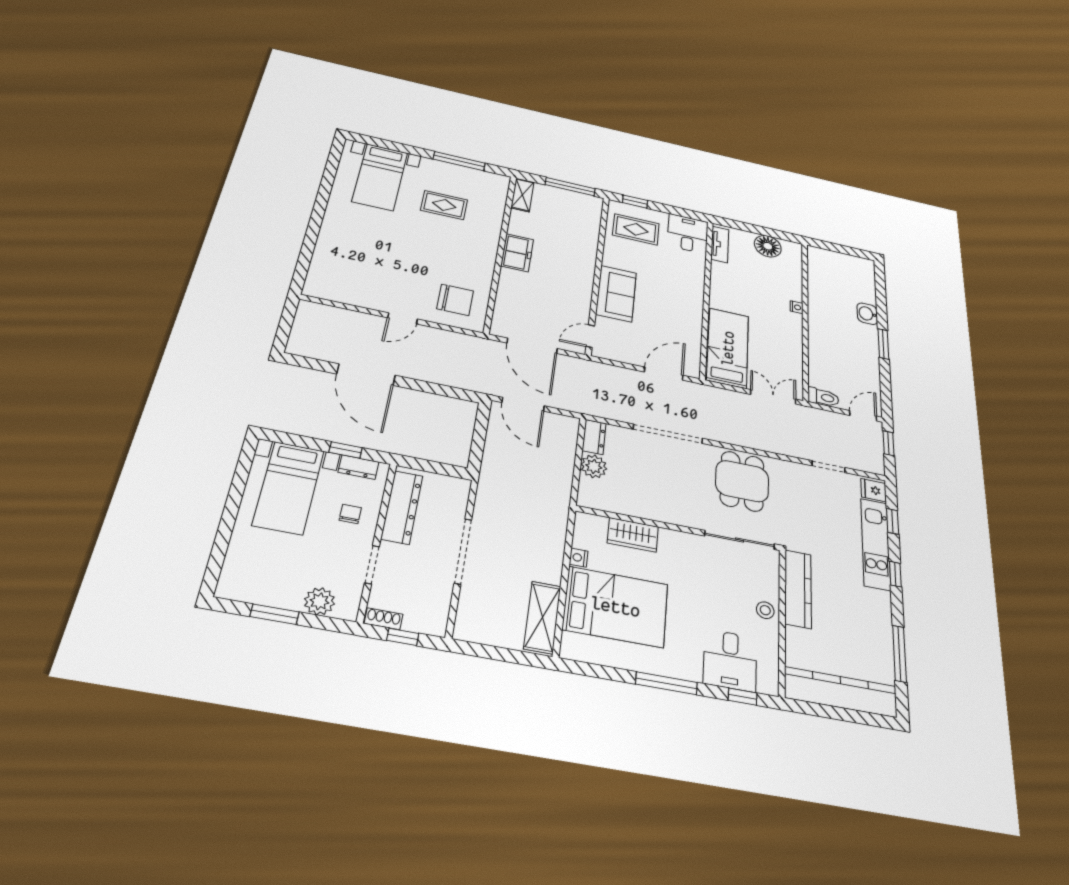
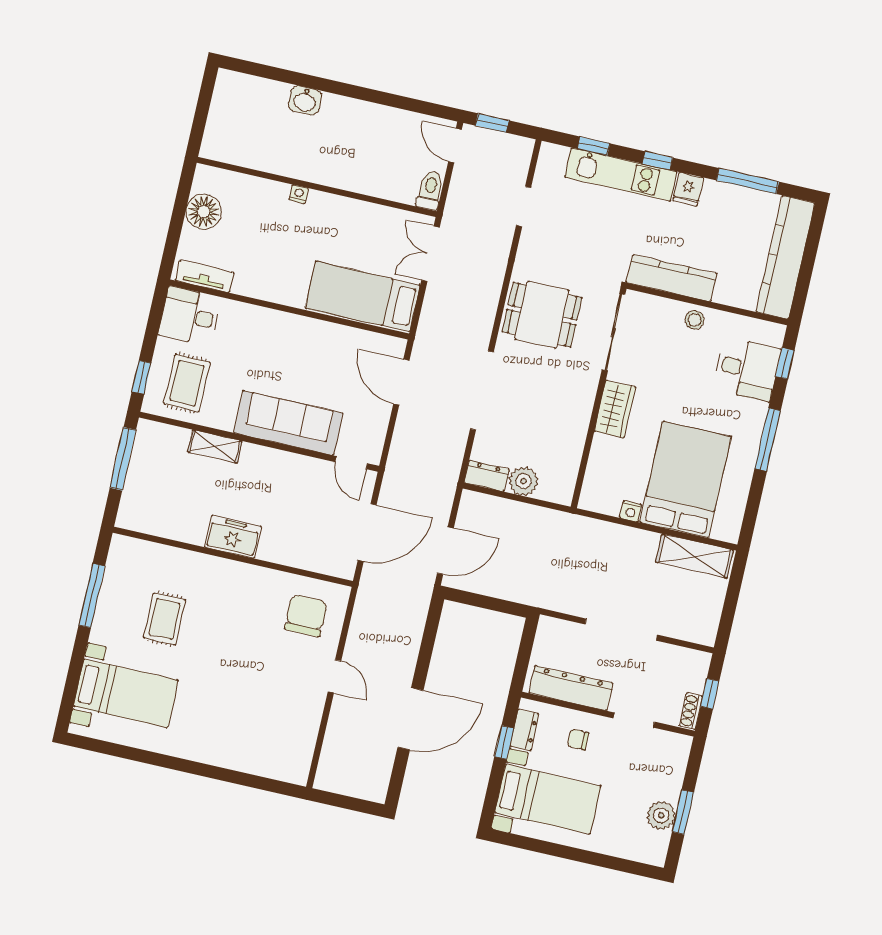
shelving: (522, 195) -> (215, 446), moved
sofa: (616, 294) -> (288, 423), width x1.36
window: (883, 344) -> (351, 91), removed
fridge: (874, 490) -> (688, 189), moved
wardrobe: (633, 535) -> (615, 409), moved
plant: (320, 601) -> (661, 815), moved

